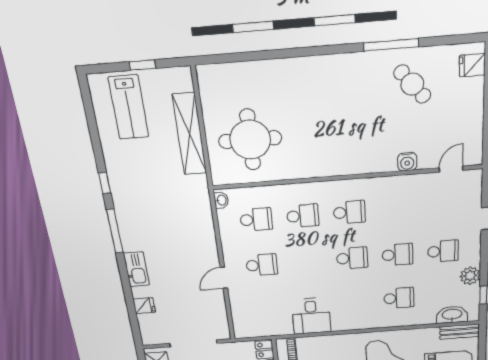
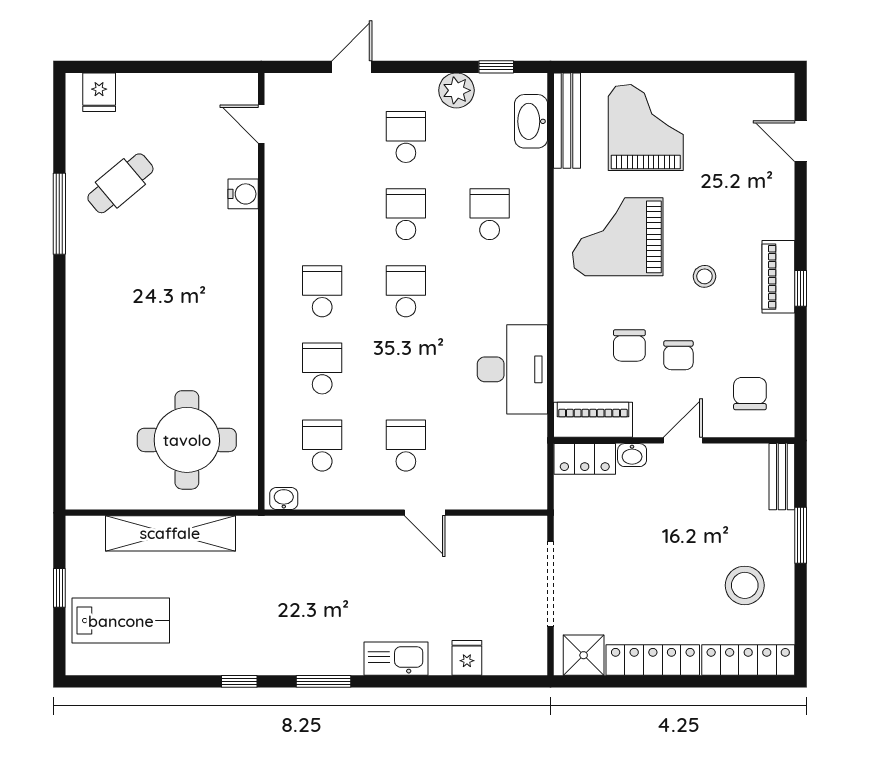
window: (115, 231) -> (324, 681), width x0.69
desk: (311, 316) -> (512, 369), width x1.37
bench: (459, 332) -> (567, 121), width x1.36

